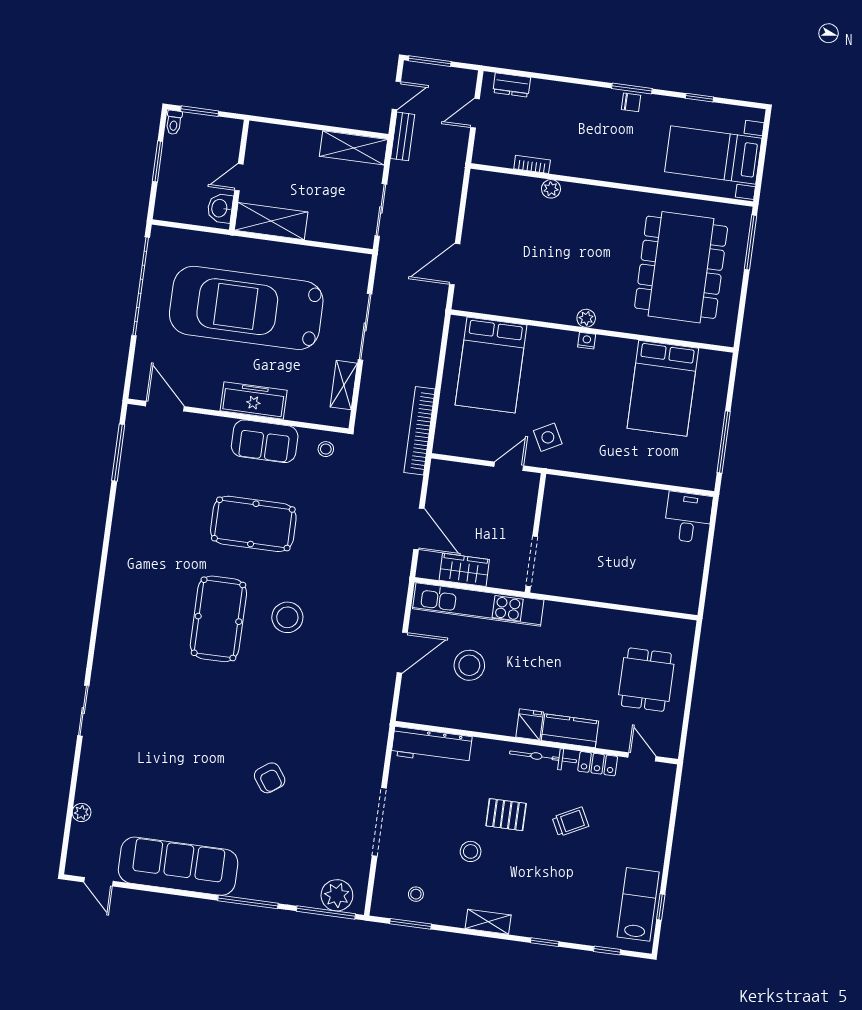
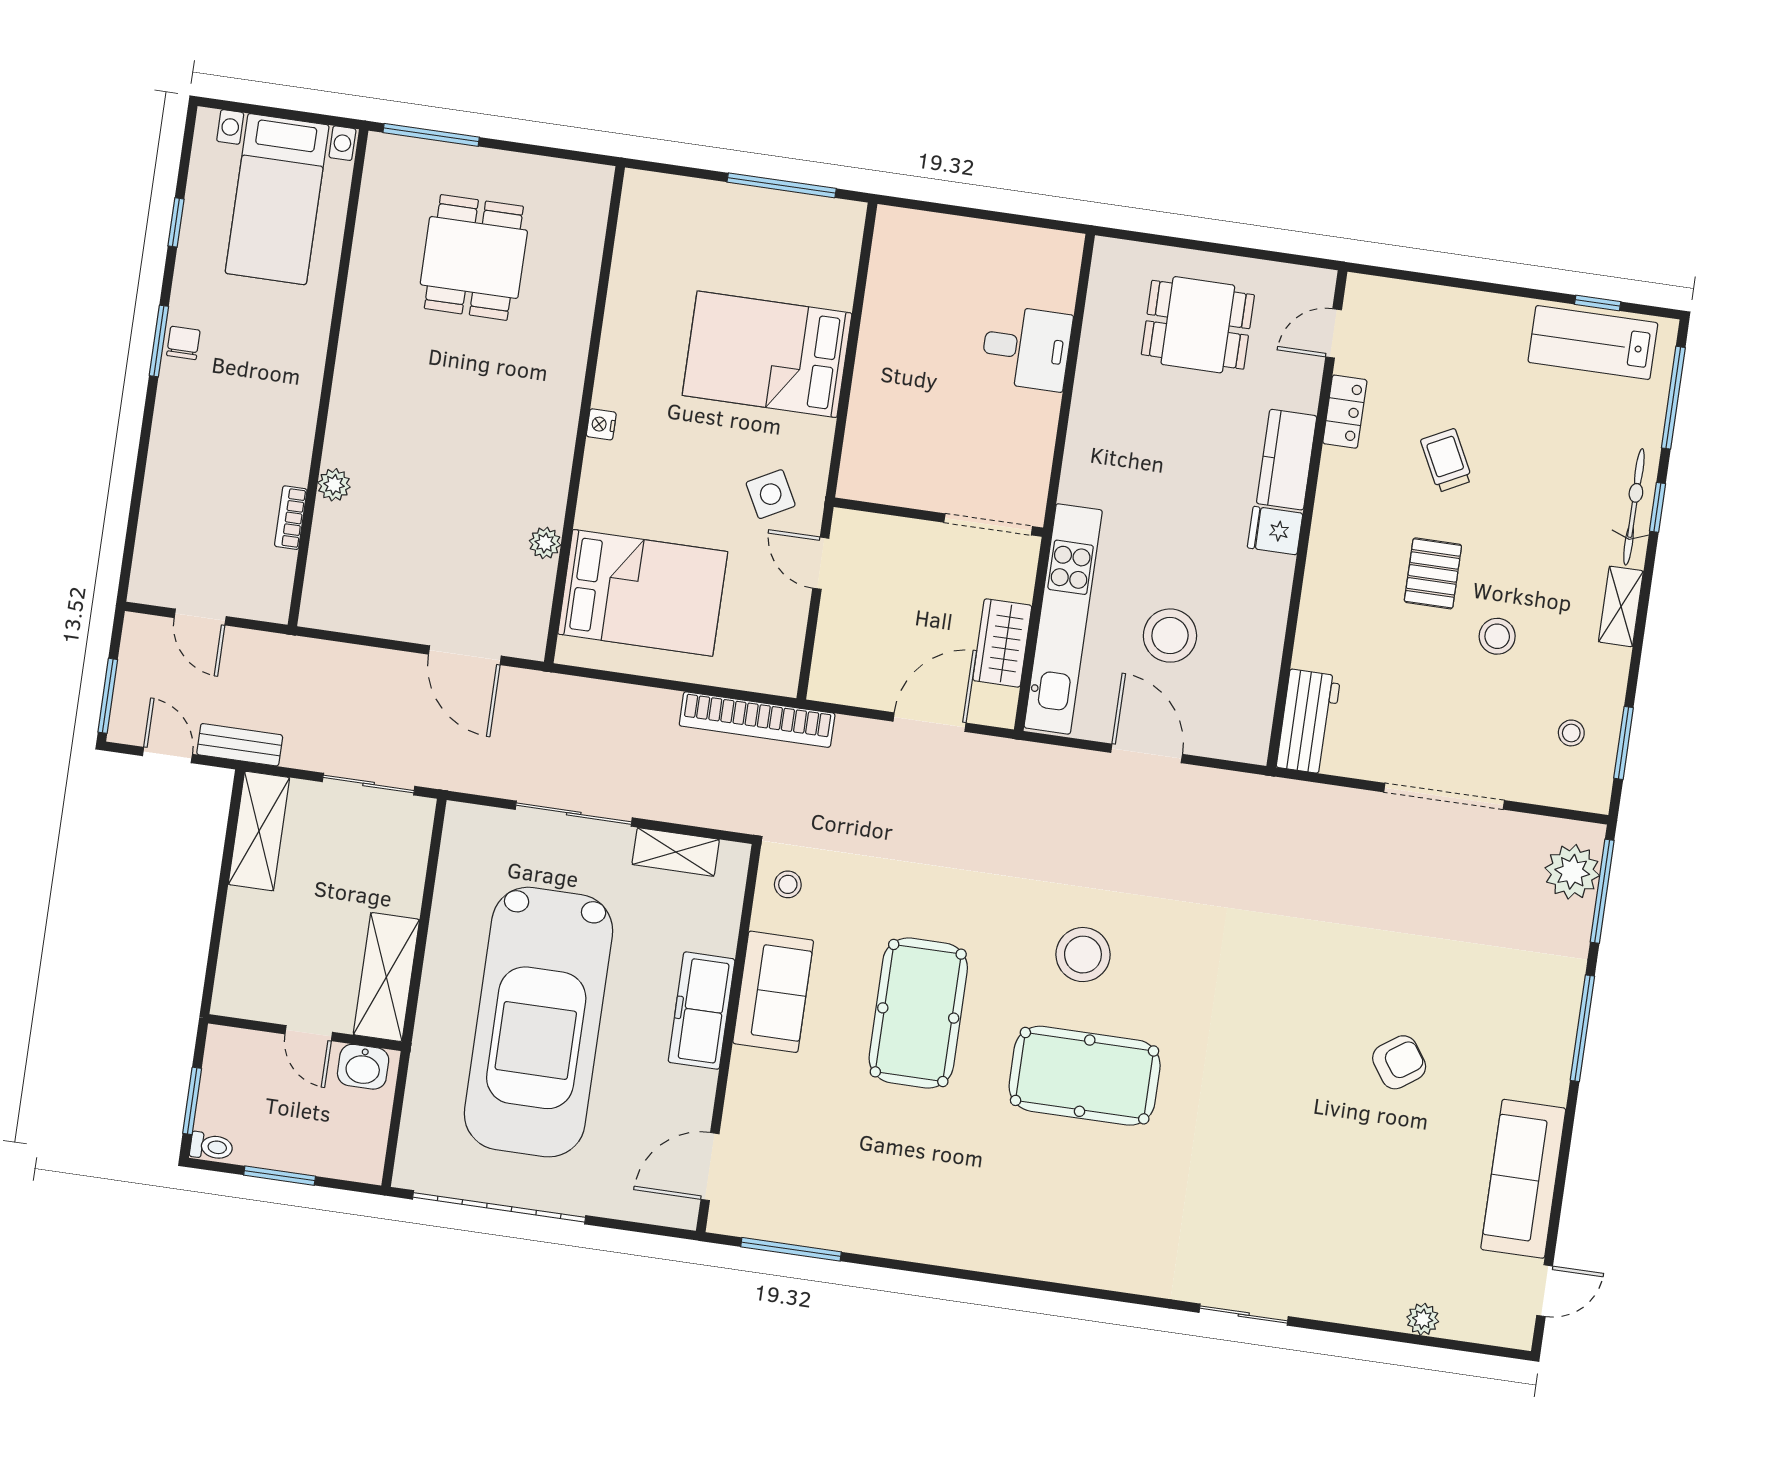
dresser: (512, 85) -> (151, 552), removed
dining table: (681, 267) -> (474, 257), width x0.53, depth x0.80
plant: (586, 318) -> (545, 543), moved
bed: (663, 388) -> (767, 354), moved, turned 180
desk: (688, 517) -> (1026, 348), moved, turned 180
workbench: (432, 746) -> (1308, 722), width x0.73
bicycle: (543, 757) -> (1634, 507), moved, turned 180
armchair: (270, 778) -> (1399, 1062), moved
sofa: (178, 866) -> (1523, 1179), width x0.74, depth x0.79
window: (607, 950) -> (1673, 398), width x2.17

